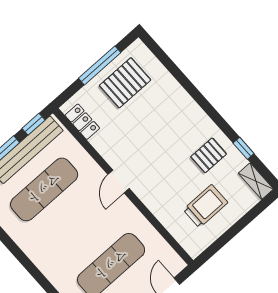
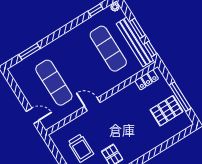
pallet: (125, 83) -> (167, 111), turned 90
door: (119, 181) -> (92, 104), moved

